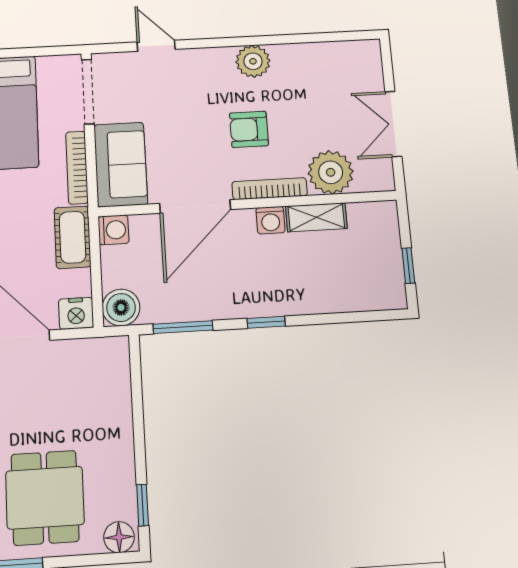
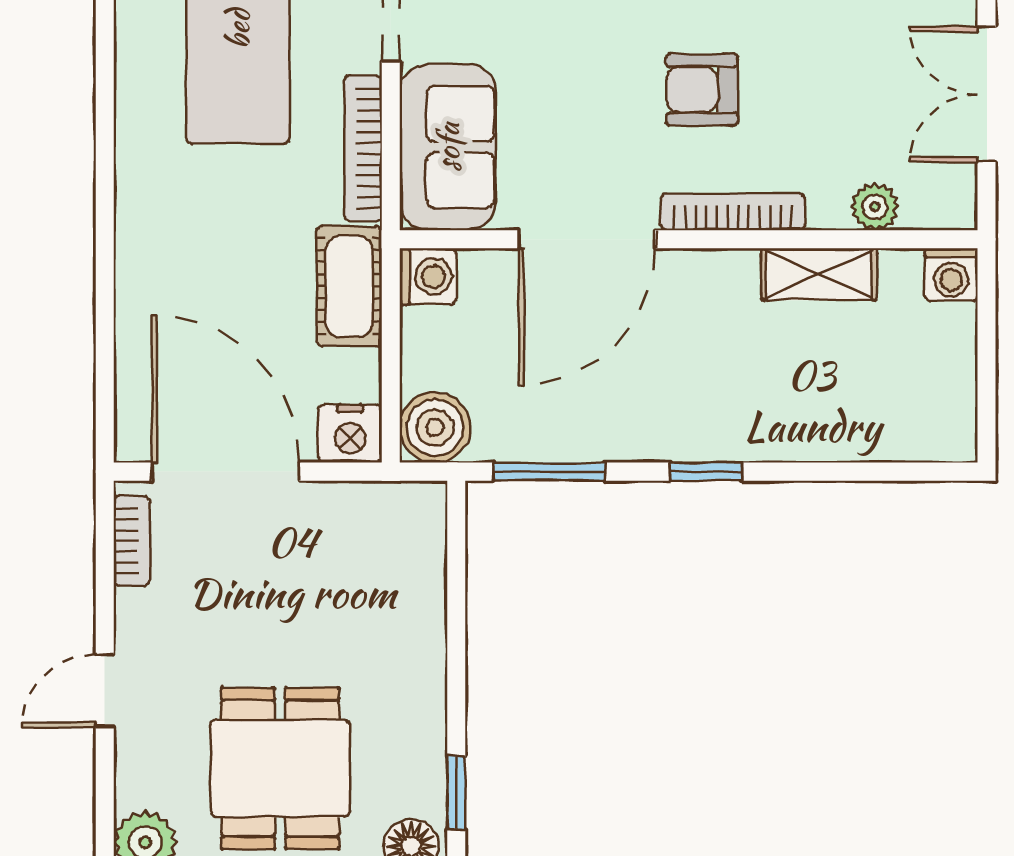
plant: (331, 172) -> (875, 207), width x0.53, depth x0.53
washing machine: (271, 220) -> (951, 275), moved
window: (408, 266) -> (987, 379), removed

